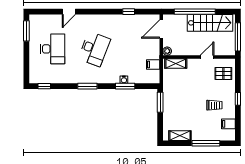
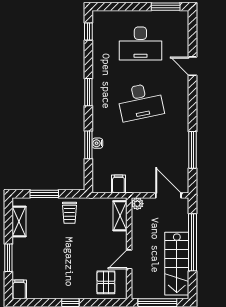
window: (129, 12) -> (193, 150), width x2.17
desk: (94, 49) -> (140, 102), turned -33
door: (207, 57) -> (129, 259), swing flipped
window: (160, 102) -> (44, 194), moved
trolley: (214, 105) -> (70, 213), moved
filing cabinet: (228, 124) -> (19, 289), moved
window: (206, 143) -> (8, 258), width x0.69

